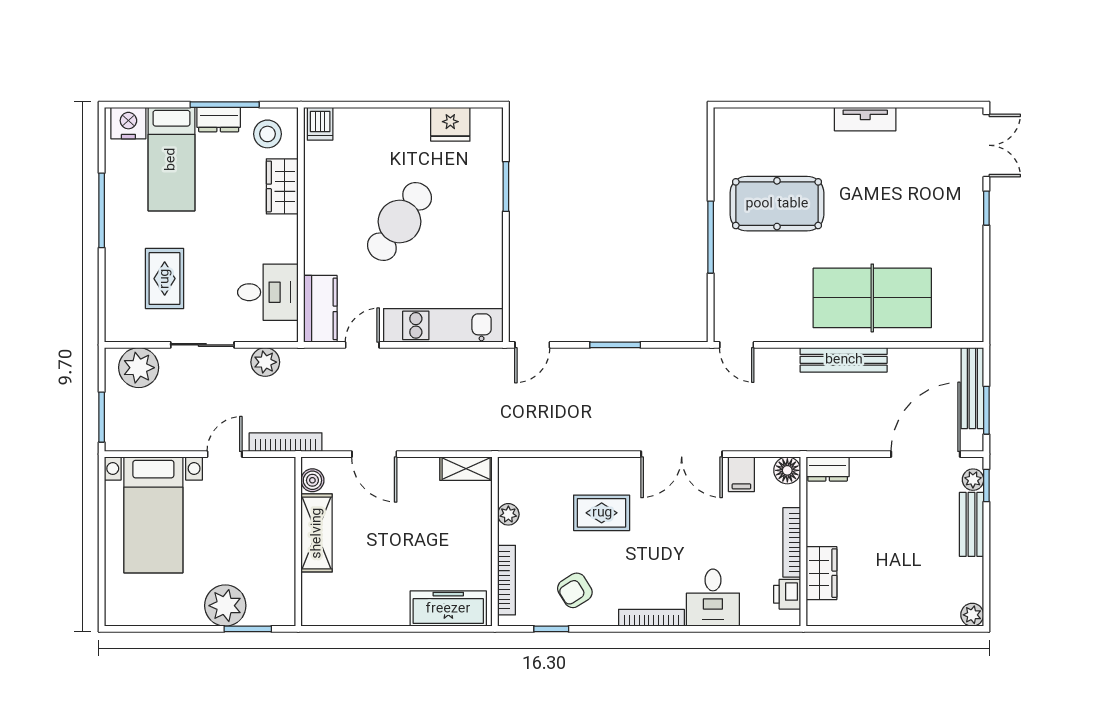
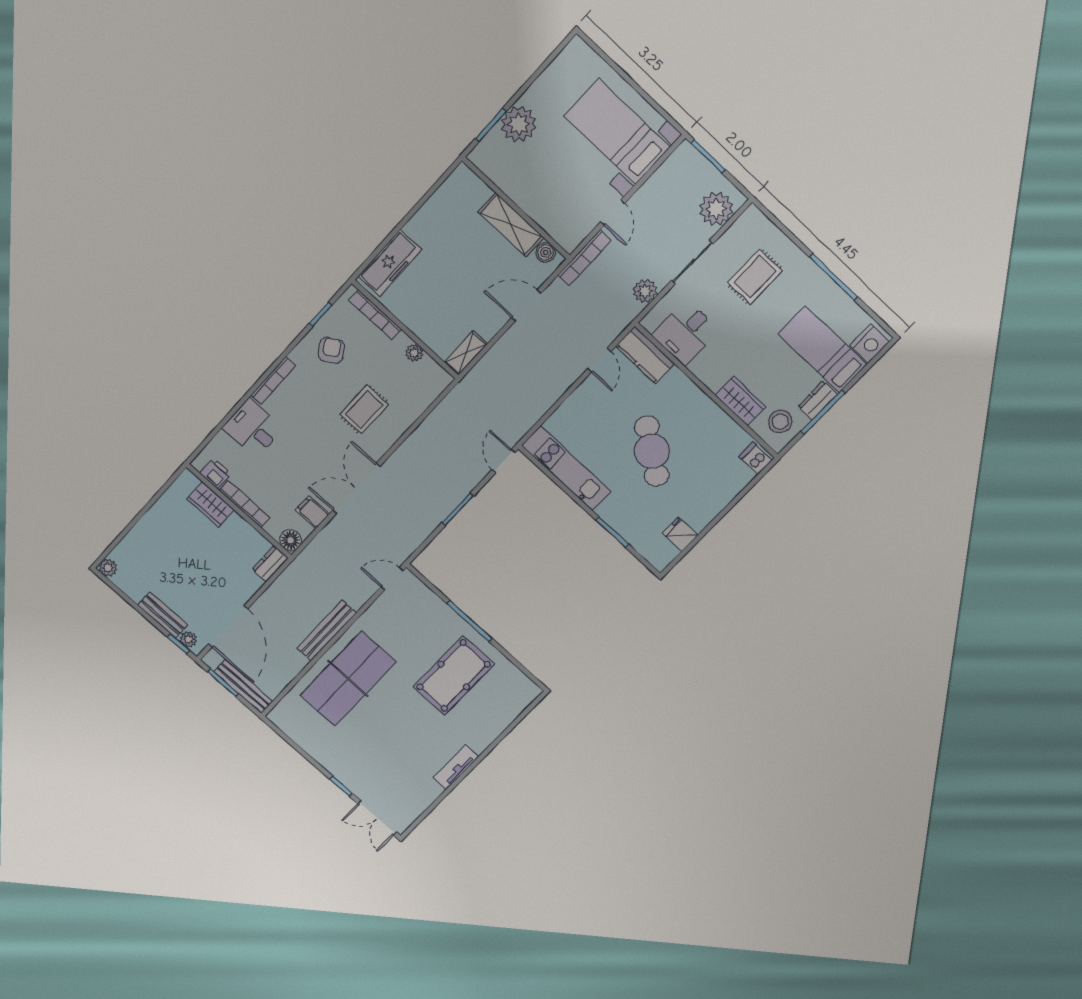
fridge: (450, 124) -> (680, 534), width x0.72
rug: (165, 279) -> (755, 277), turned 90
kitchen unit: (443, 325) -> (566, 468), moved, turned -90

